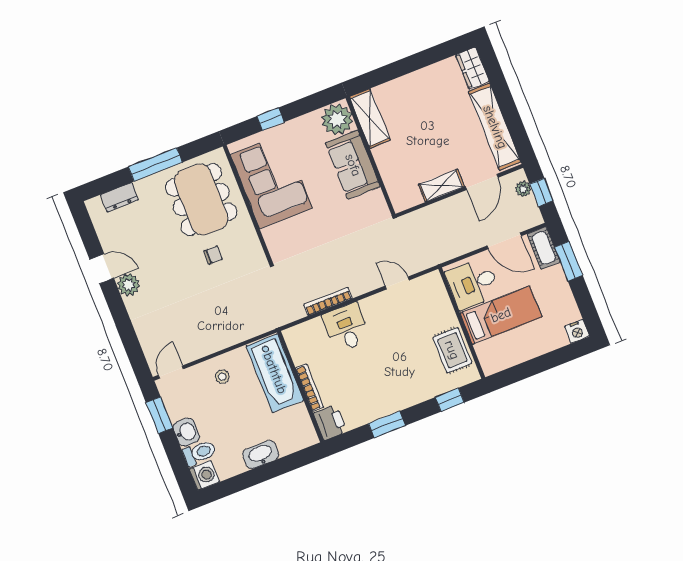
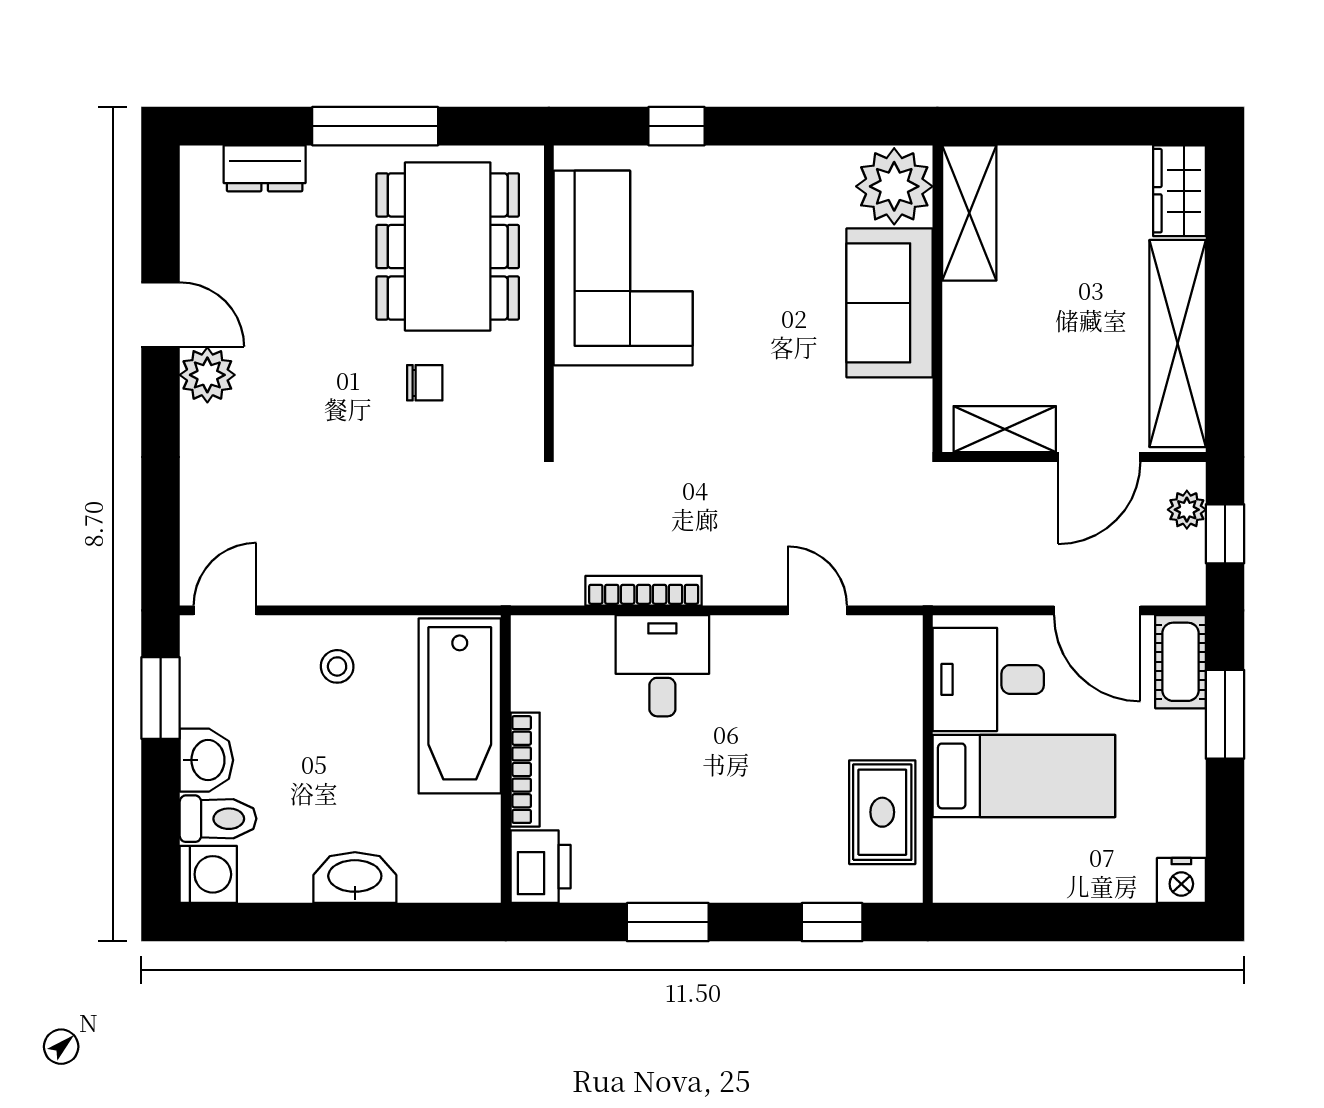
shelving: (370, 118) -> (969, 213), moved
plant: (337, 119) -> (894, 186), moved
wall: (370, 156) -> (937, 299), moved
sofa: (353, 165) -> (889, 303), moved

